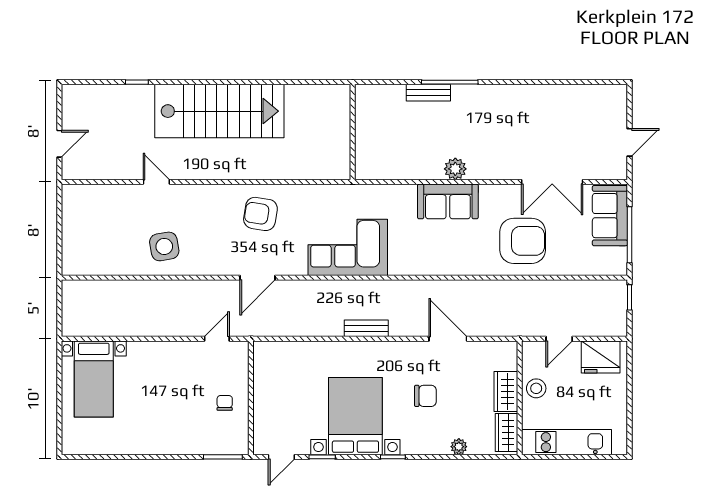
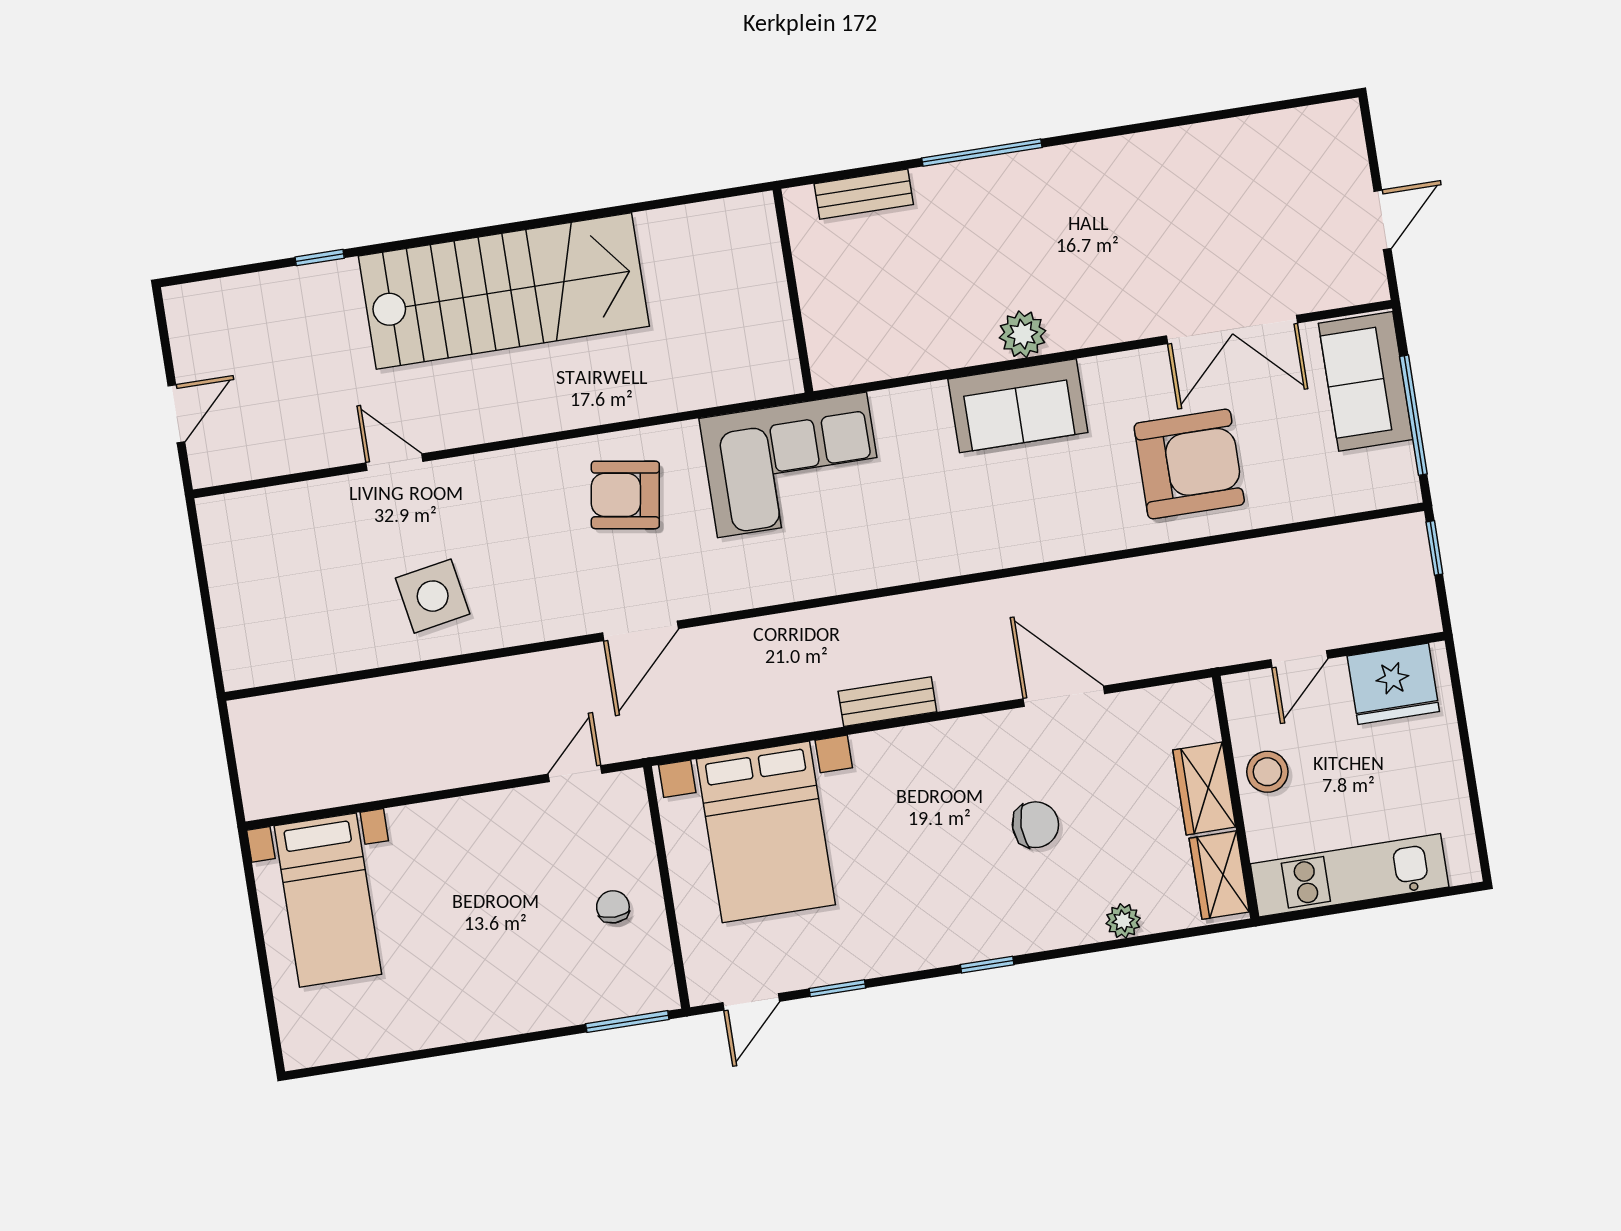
bench: (428, 93) -> (864, 194), moved
corner sofa: (348, 247) -> (792, 465), moved, turned 180
bed with nightstands: (355, 416) -> (766, 832), moved, turned 180

